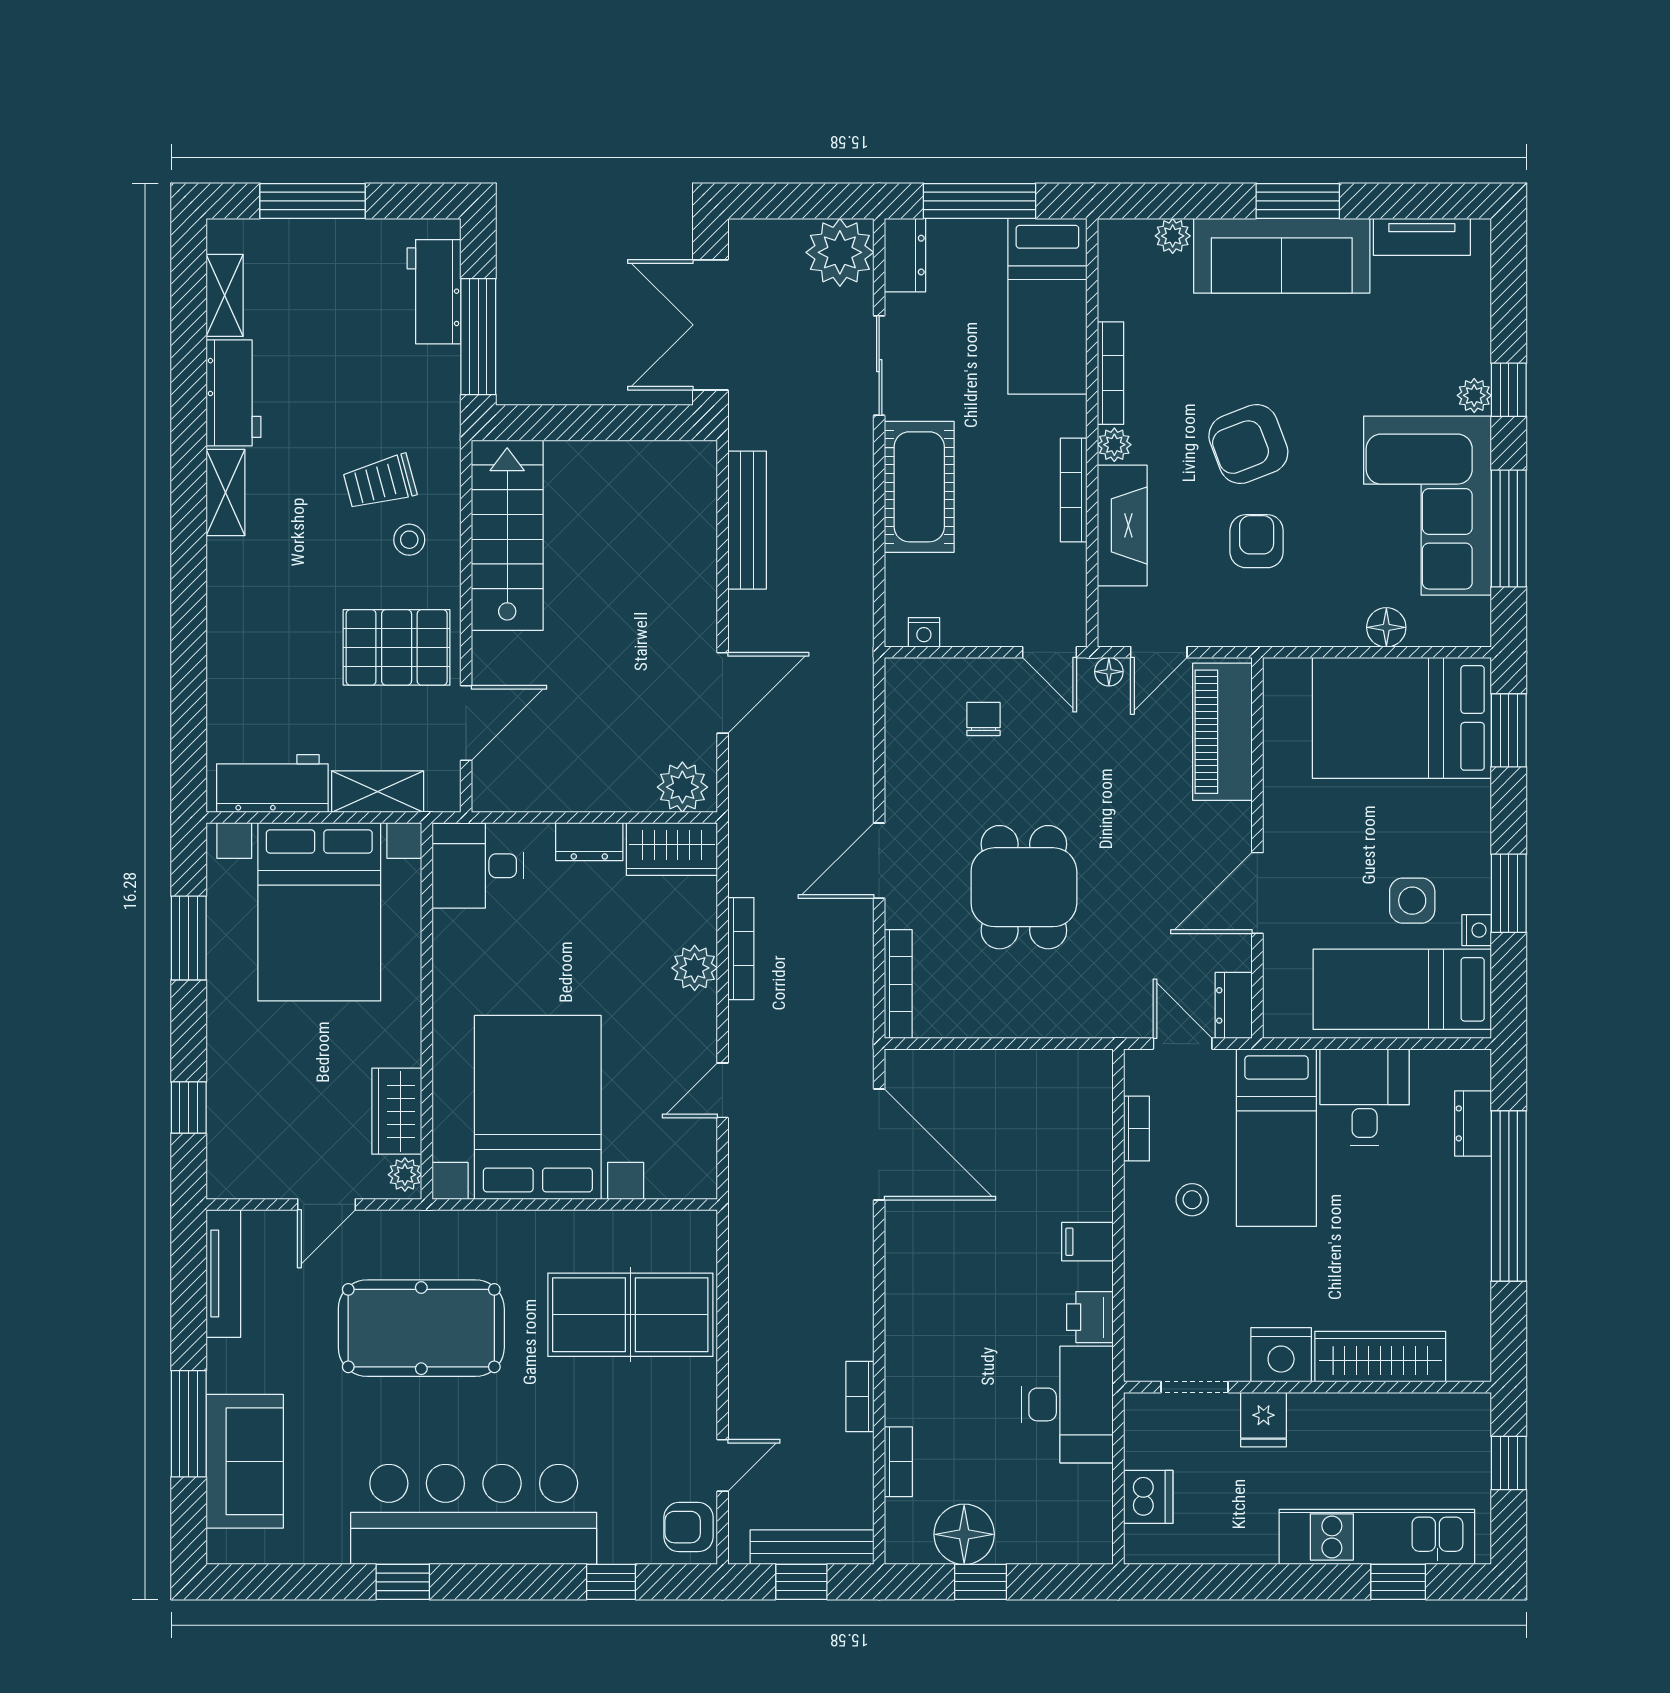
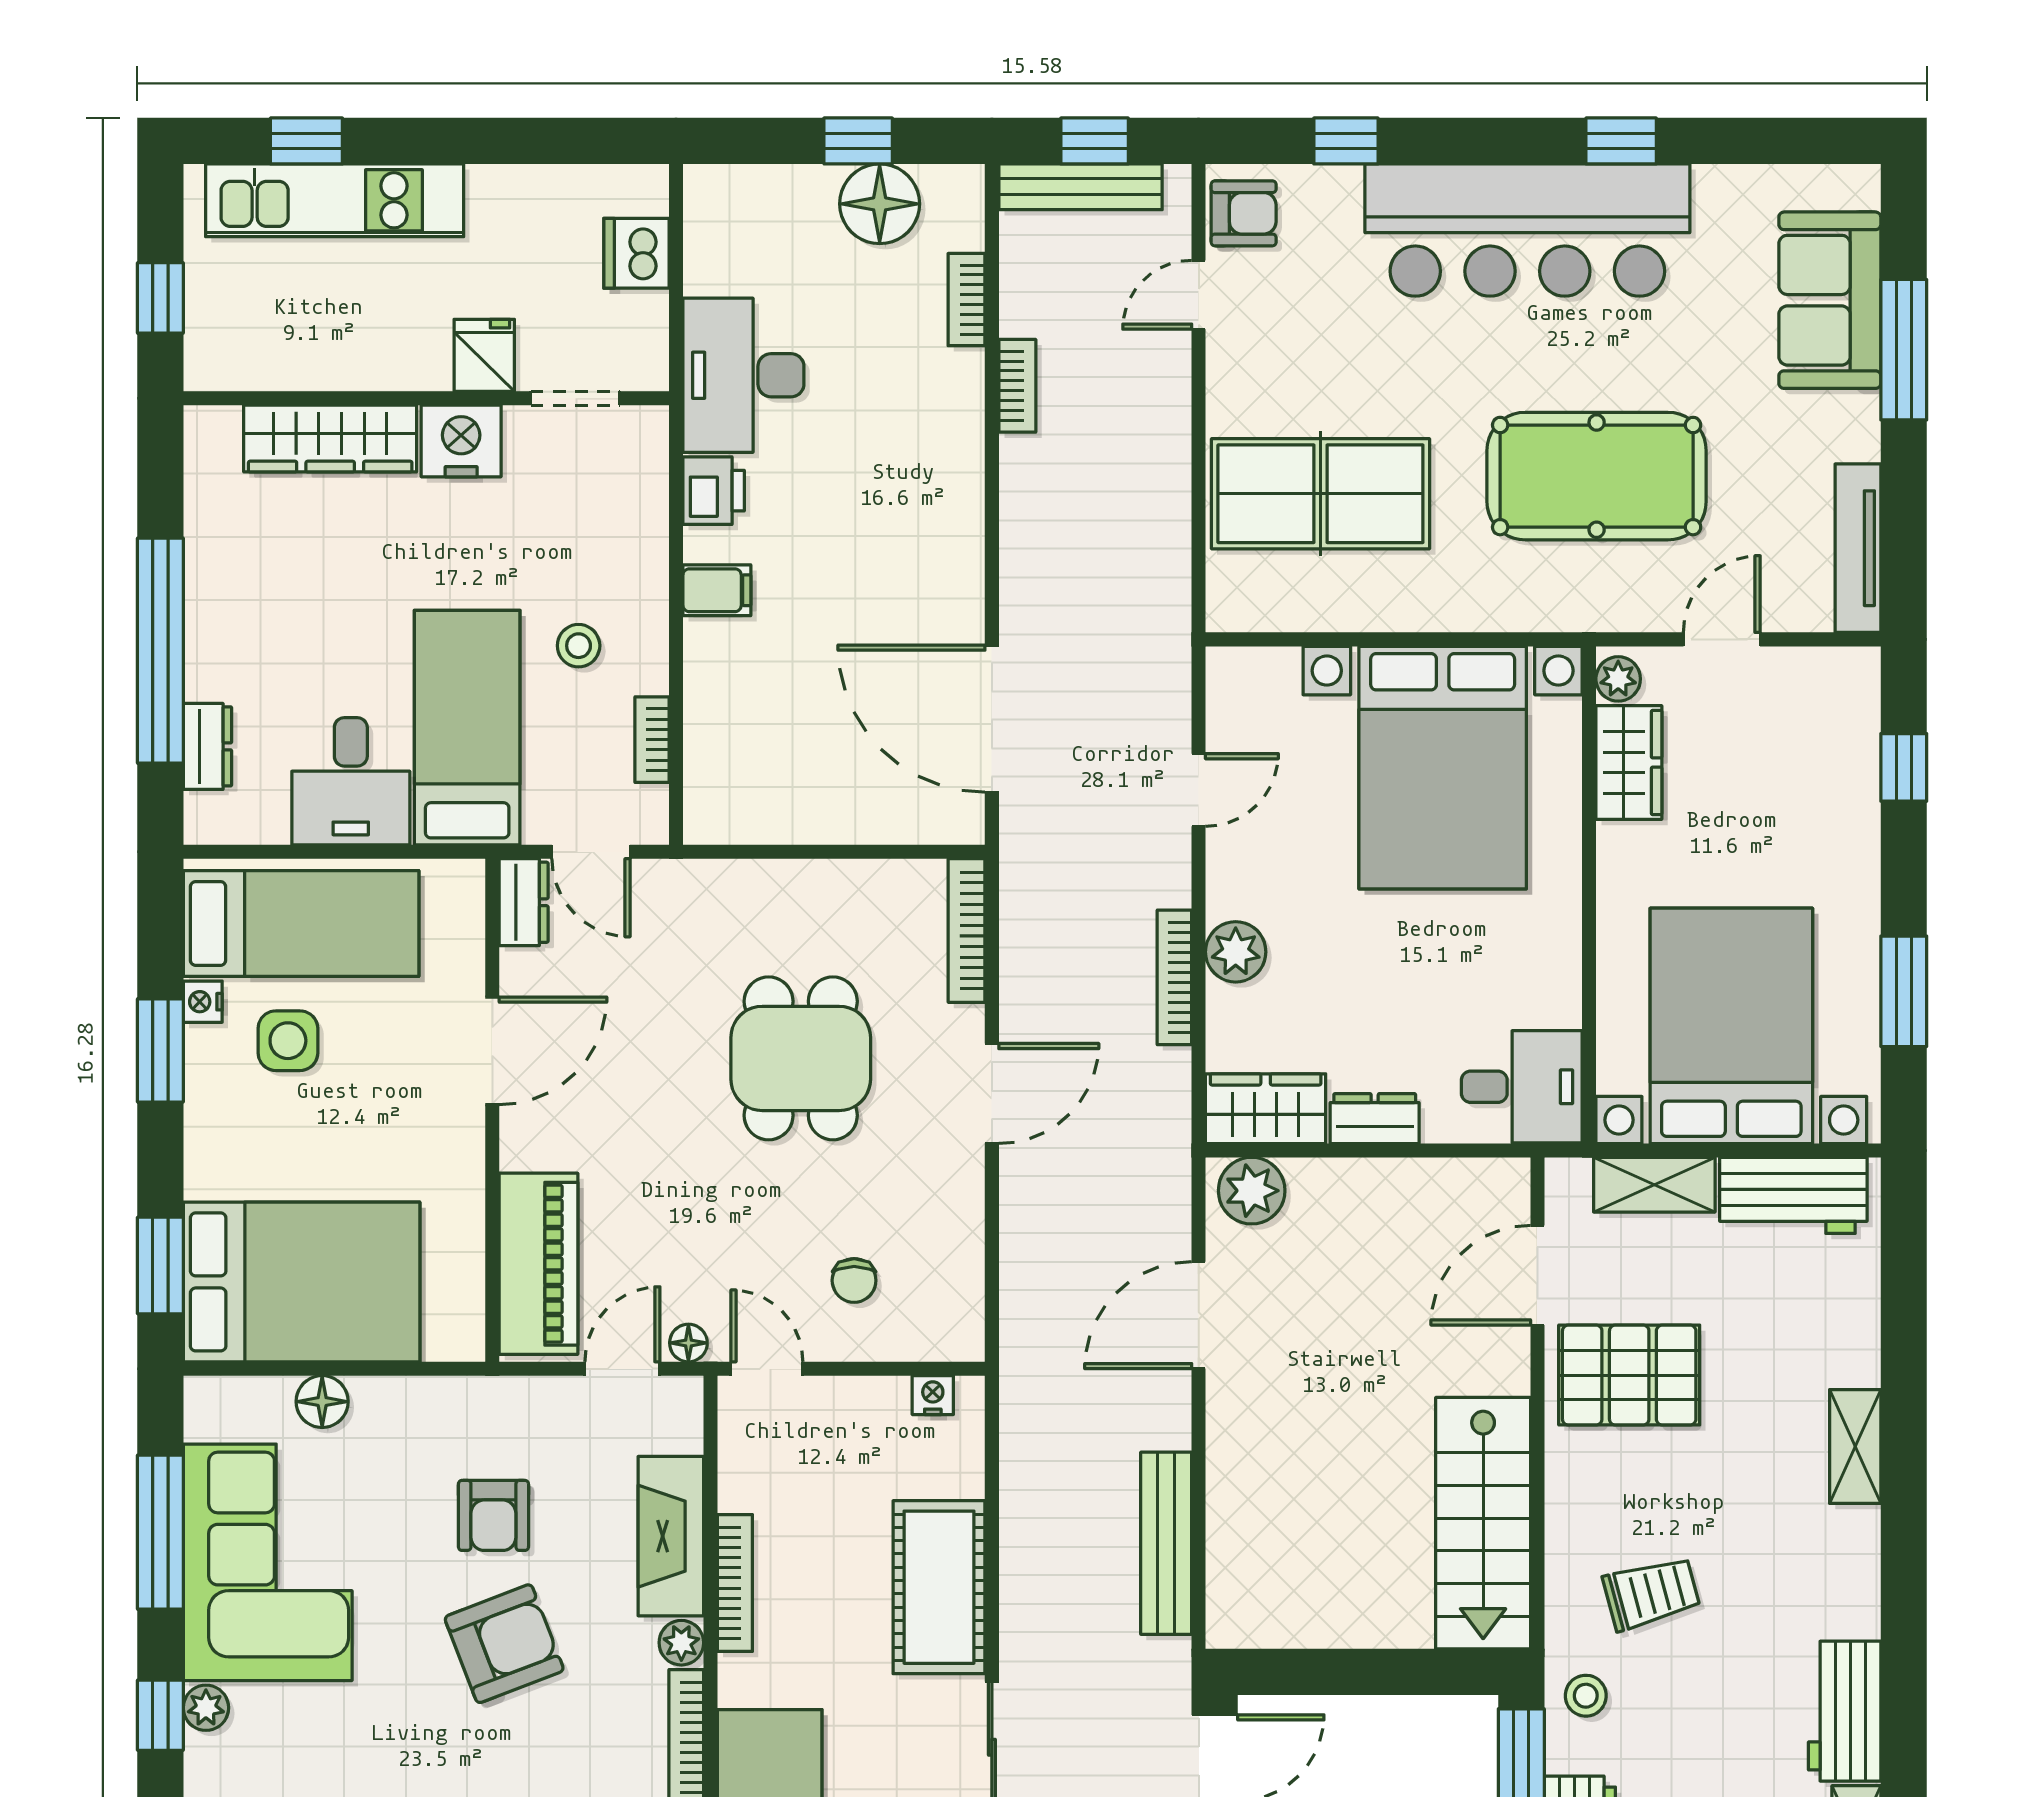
shelving: (225, 493) -> (1855, 1447), moved
stool: (409, 540) -> (1586, 1696), moved

